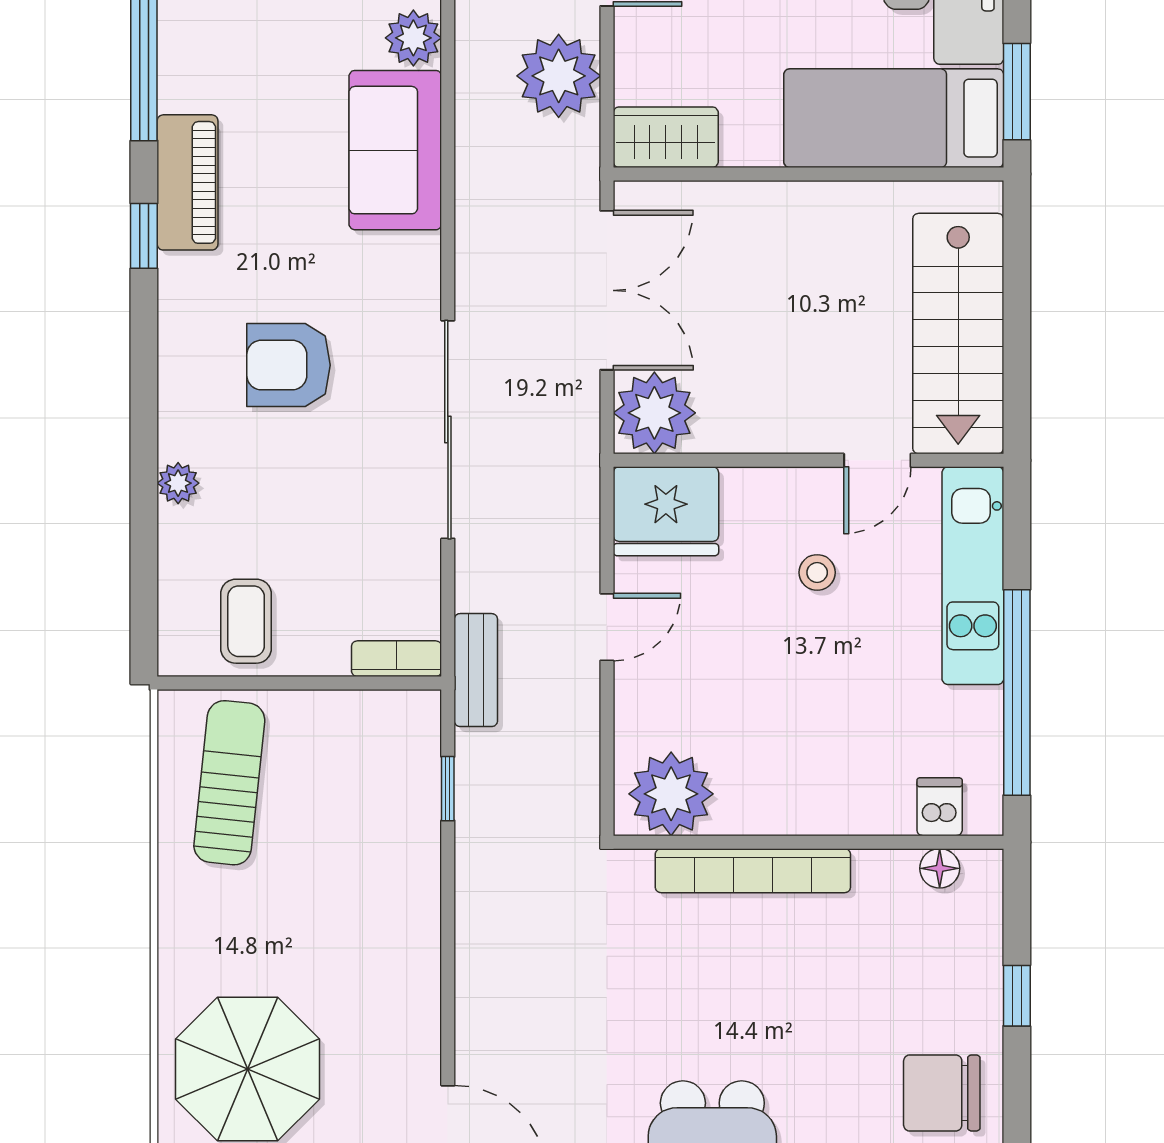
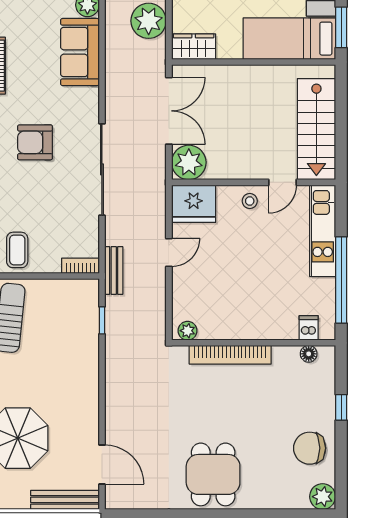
stool: (817, 572) -> (250, 201), moved
plant: (671, 794) -> (188, 331), width x0.53, depth x0.53

